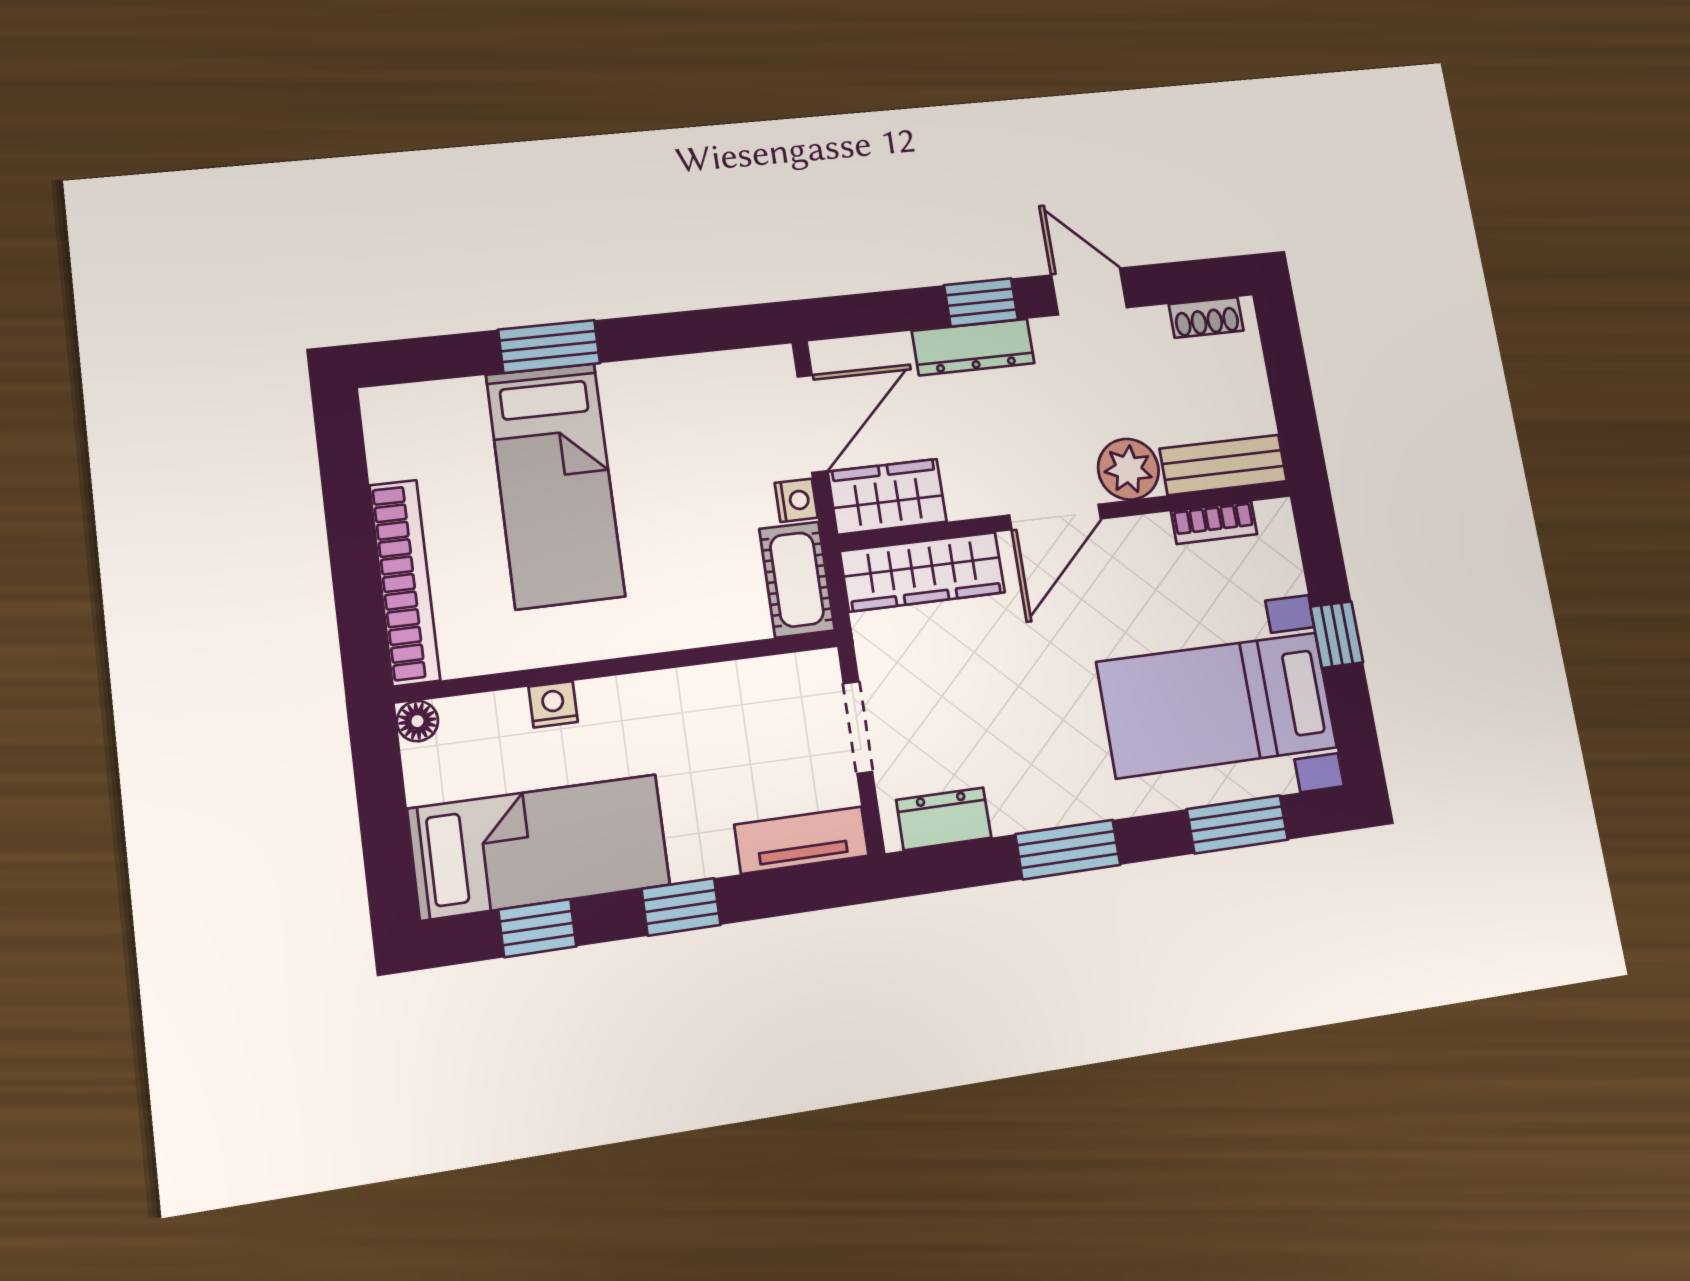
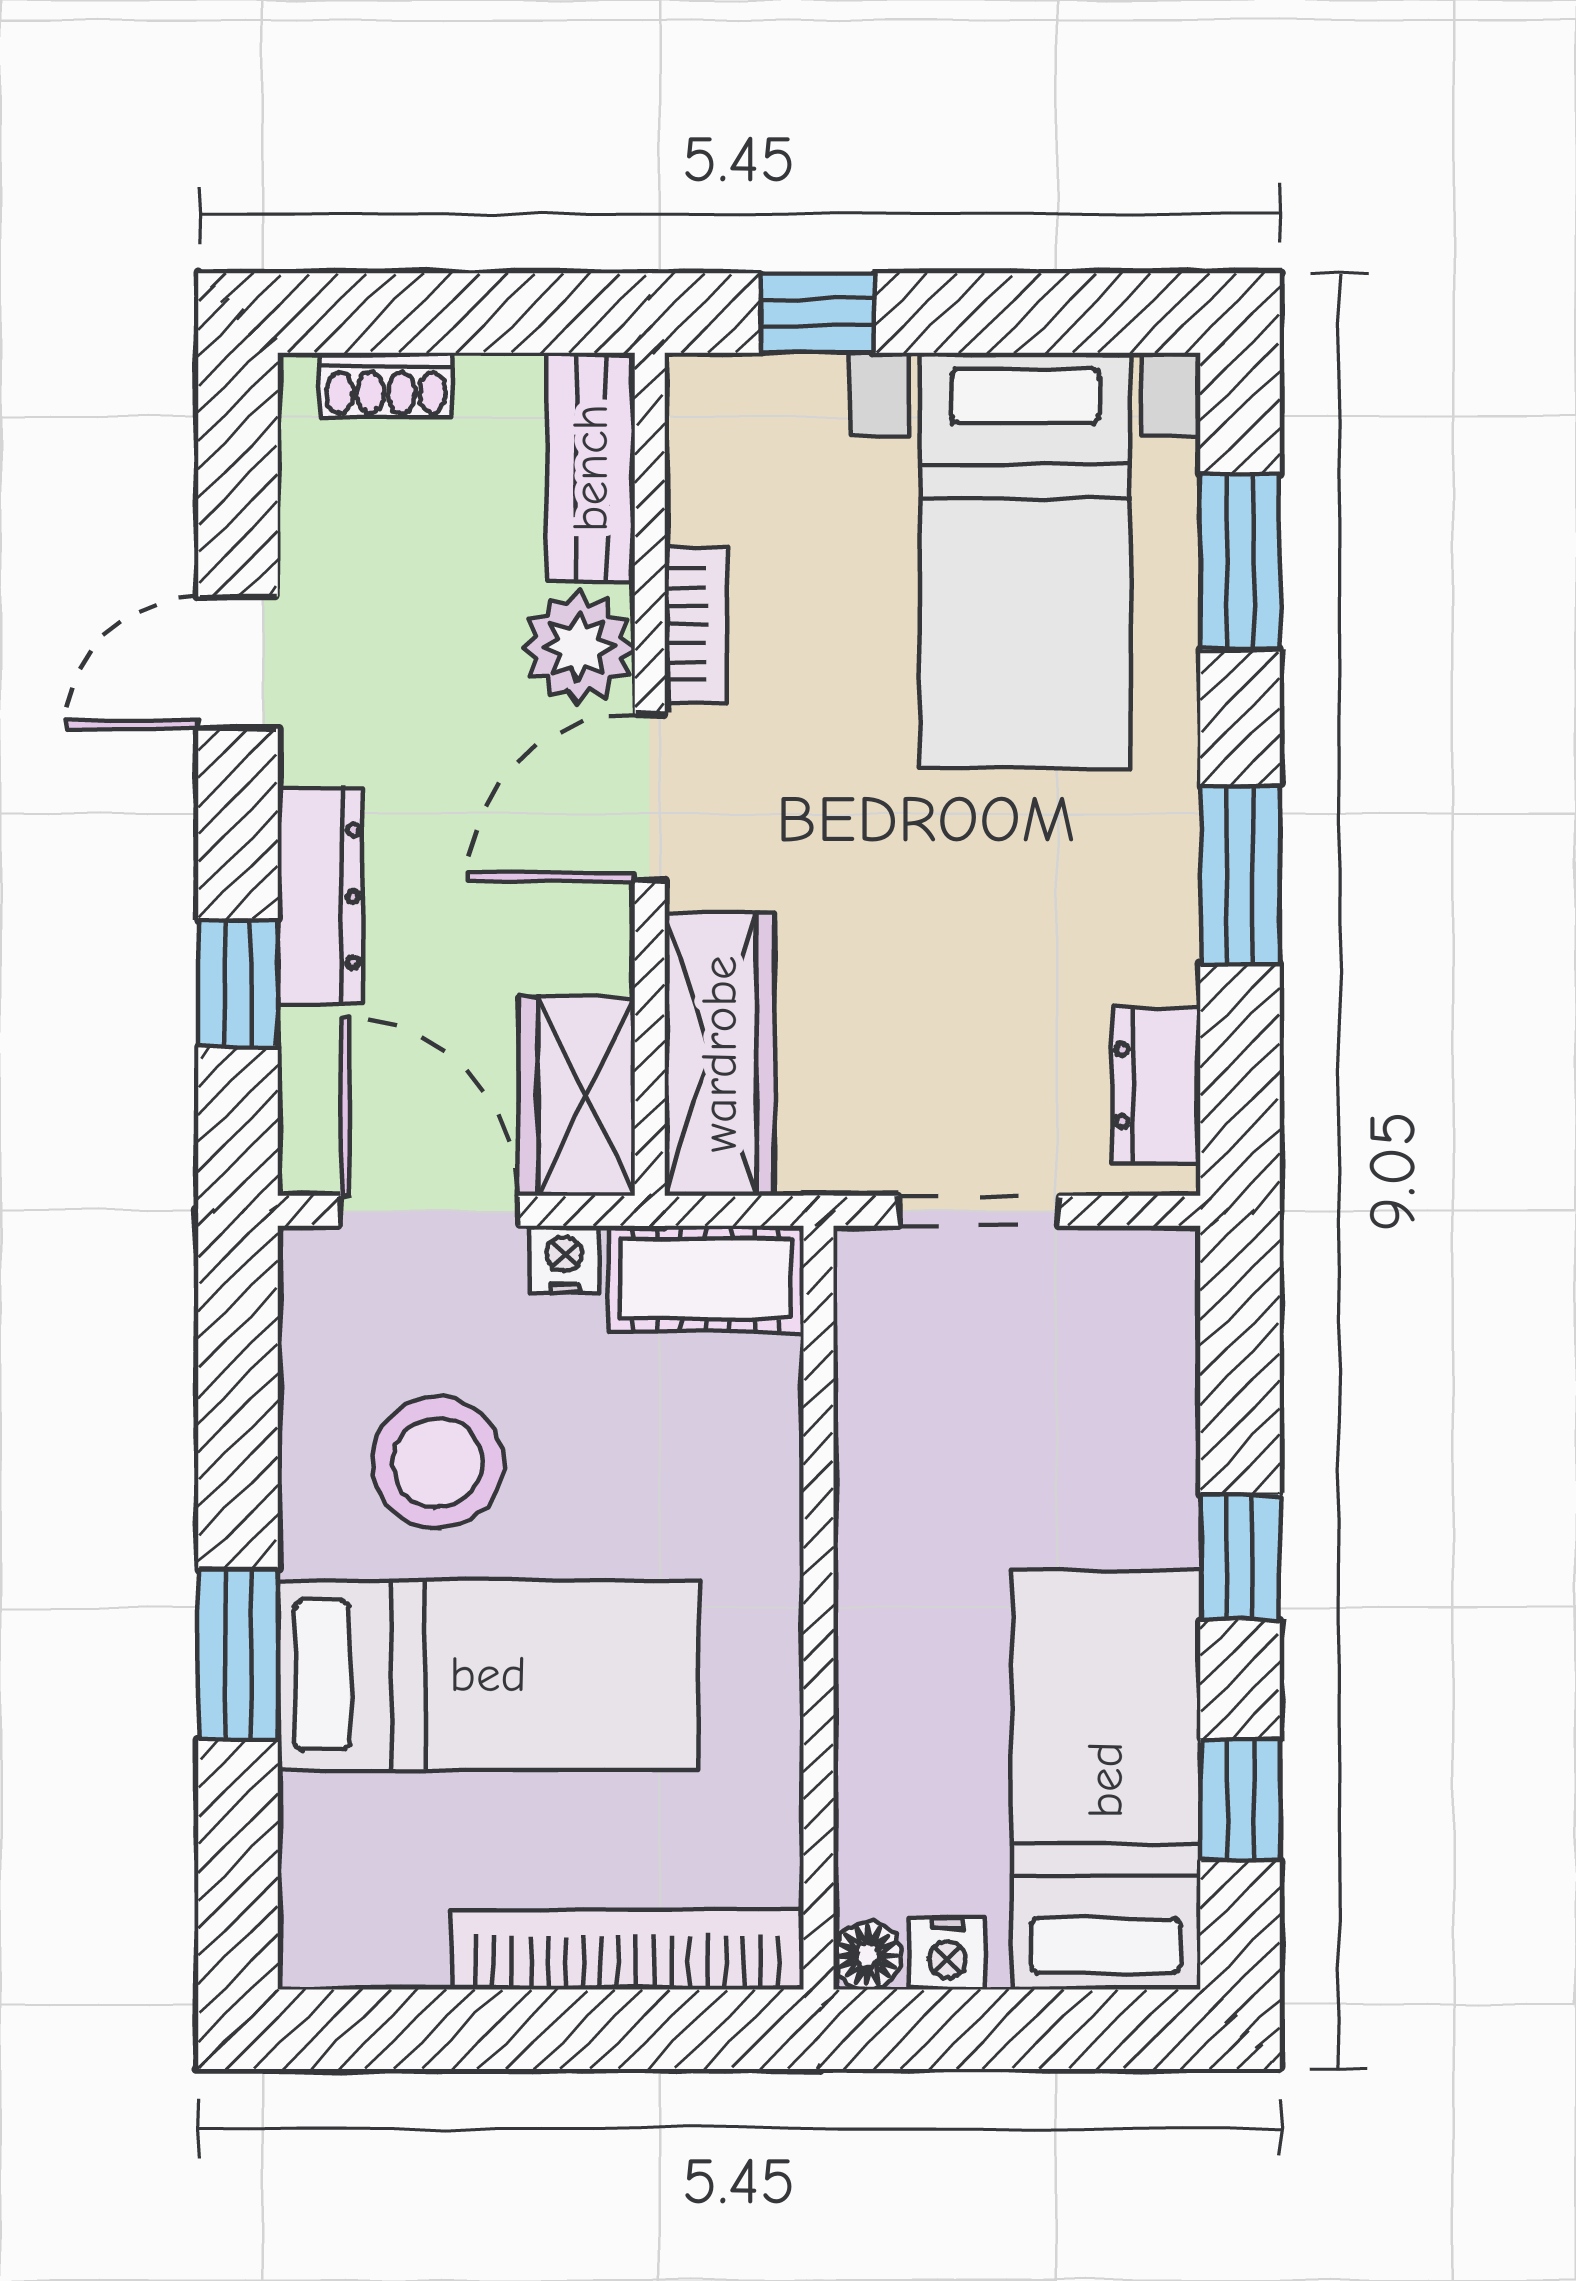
window: (981, 302) -> (238, 983), moved
shoe rack: (1206, 317) -> (386, 385), moved, turned 90
stool: (672, 444) -> (437, 1463), added
door: (1055, 517) -> (650, 798), swing flipped
bookcase: (1214, 523) -> (696, 625), moved
window: (1337, 635) -> (818, 313), moved
nightstand: (553, 704) -> (947, 1954), moved, turned -90
tv unit: (802, 840) -> (1158, 1337), removed

